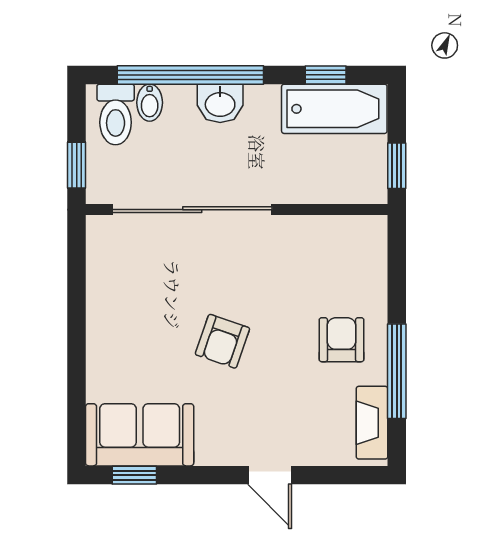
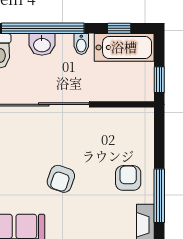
bidet: (150, 103) -> (81, 44), moved
washbasin: (220, 103) -> (42, 44), moved

